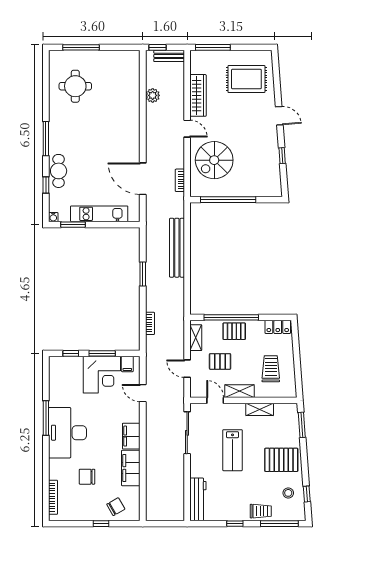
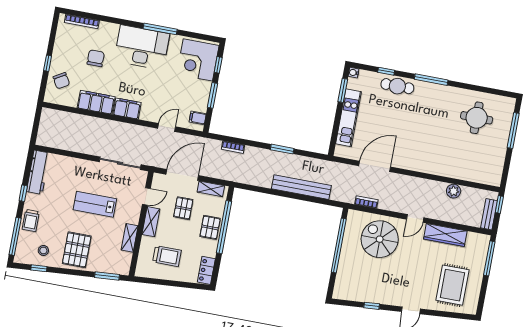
door: (187, 369) -> (182, 175), width x1.87
corner desk: (102, 375) -> (198, 60), moved
workbench: (198, 499) -> (38, 172), moved, turned -90

